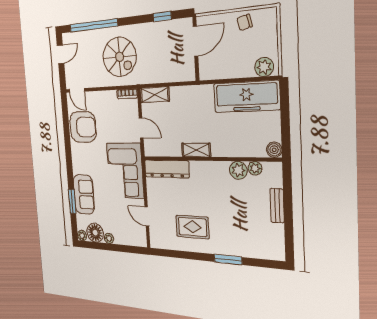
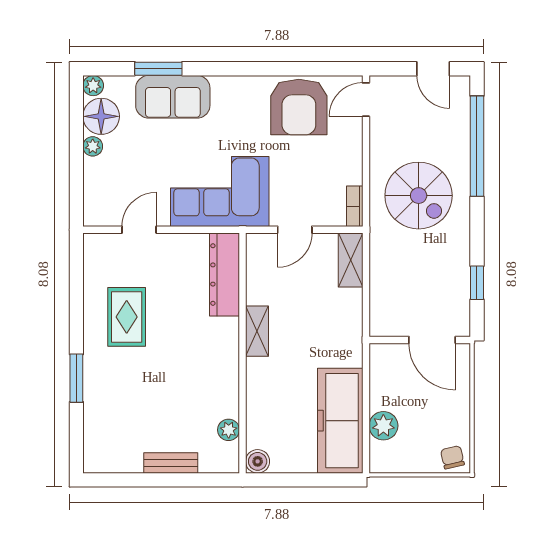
chair: (245, 22) -> (452, 457), moved
spiral stairs: (119, 57) -> (419, 196), turned -90
plant: (264, 67) -> (383, 426), moved
plant: (238, 170) -> (225, 402), removed

